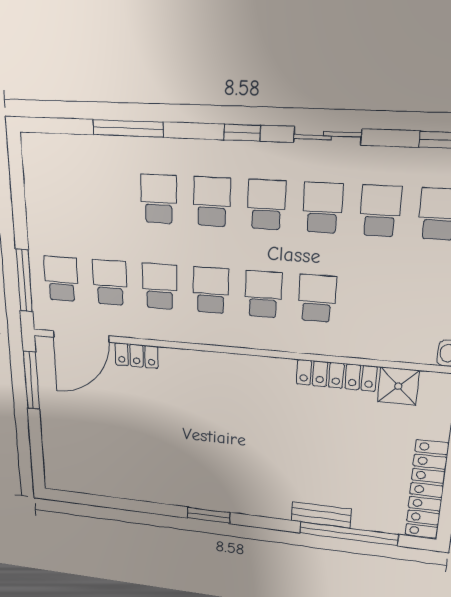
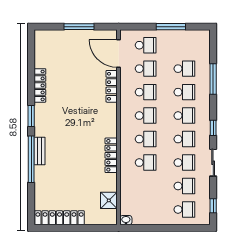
school desk: (107, 196) -> (184, 69), added
window: (24, 281) -> (171, 27), moved
locker: (137, 356) -> (112, 86), width x1.53
locker: (336, 375) -> (111, 155), moved
window: (31, 380) -> (79, 27), moved
locker: (149, 492) -> (40, 85), added
bench: (321, 515) -> (40, 151), moved
window: (349, 534) -> (31, 159), moved

